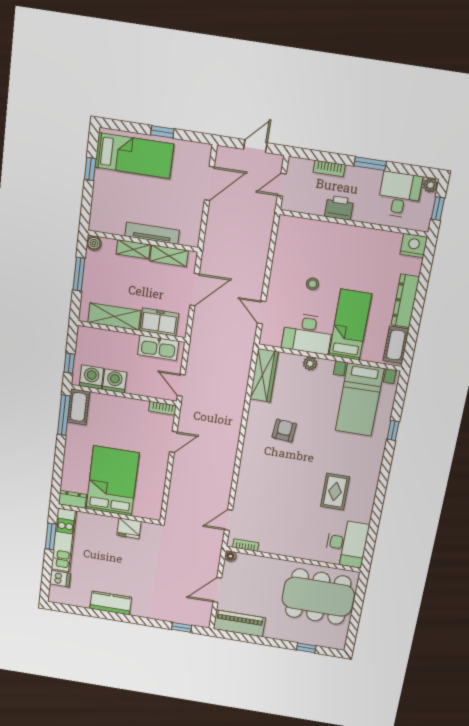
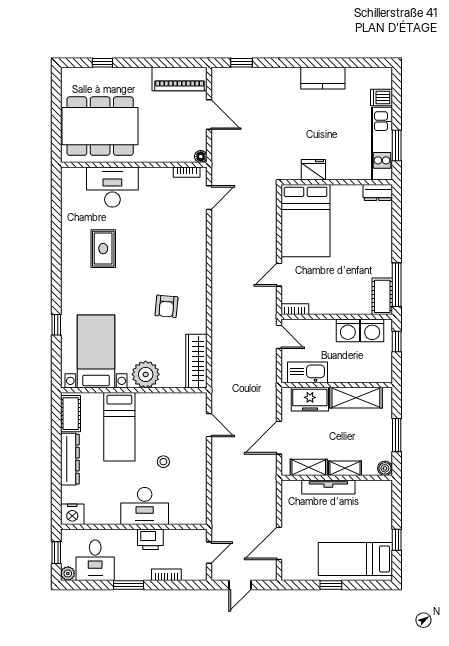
desk: (307, 334) -> (145, 506), moved, turned 180
plant: (310, 364) -> (146, 374), width x1.87, depth x1.87
bed: (112, 481) -> (306, 221), moved
desk: (347, 544) -> (112, 187), moved, turned 90
door: (217, 590) -> (209, 114), hinge flipped

